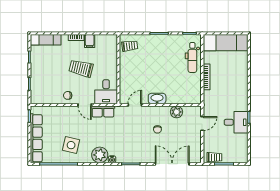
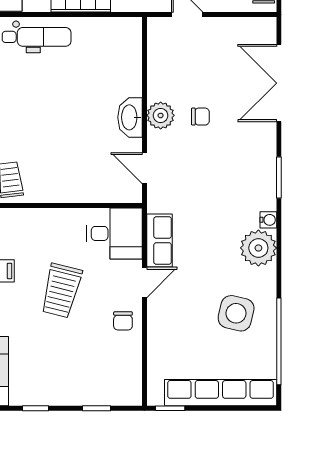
plant: (176, 112) -> (161, 115), moved

